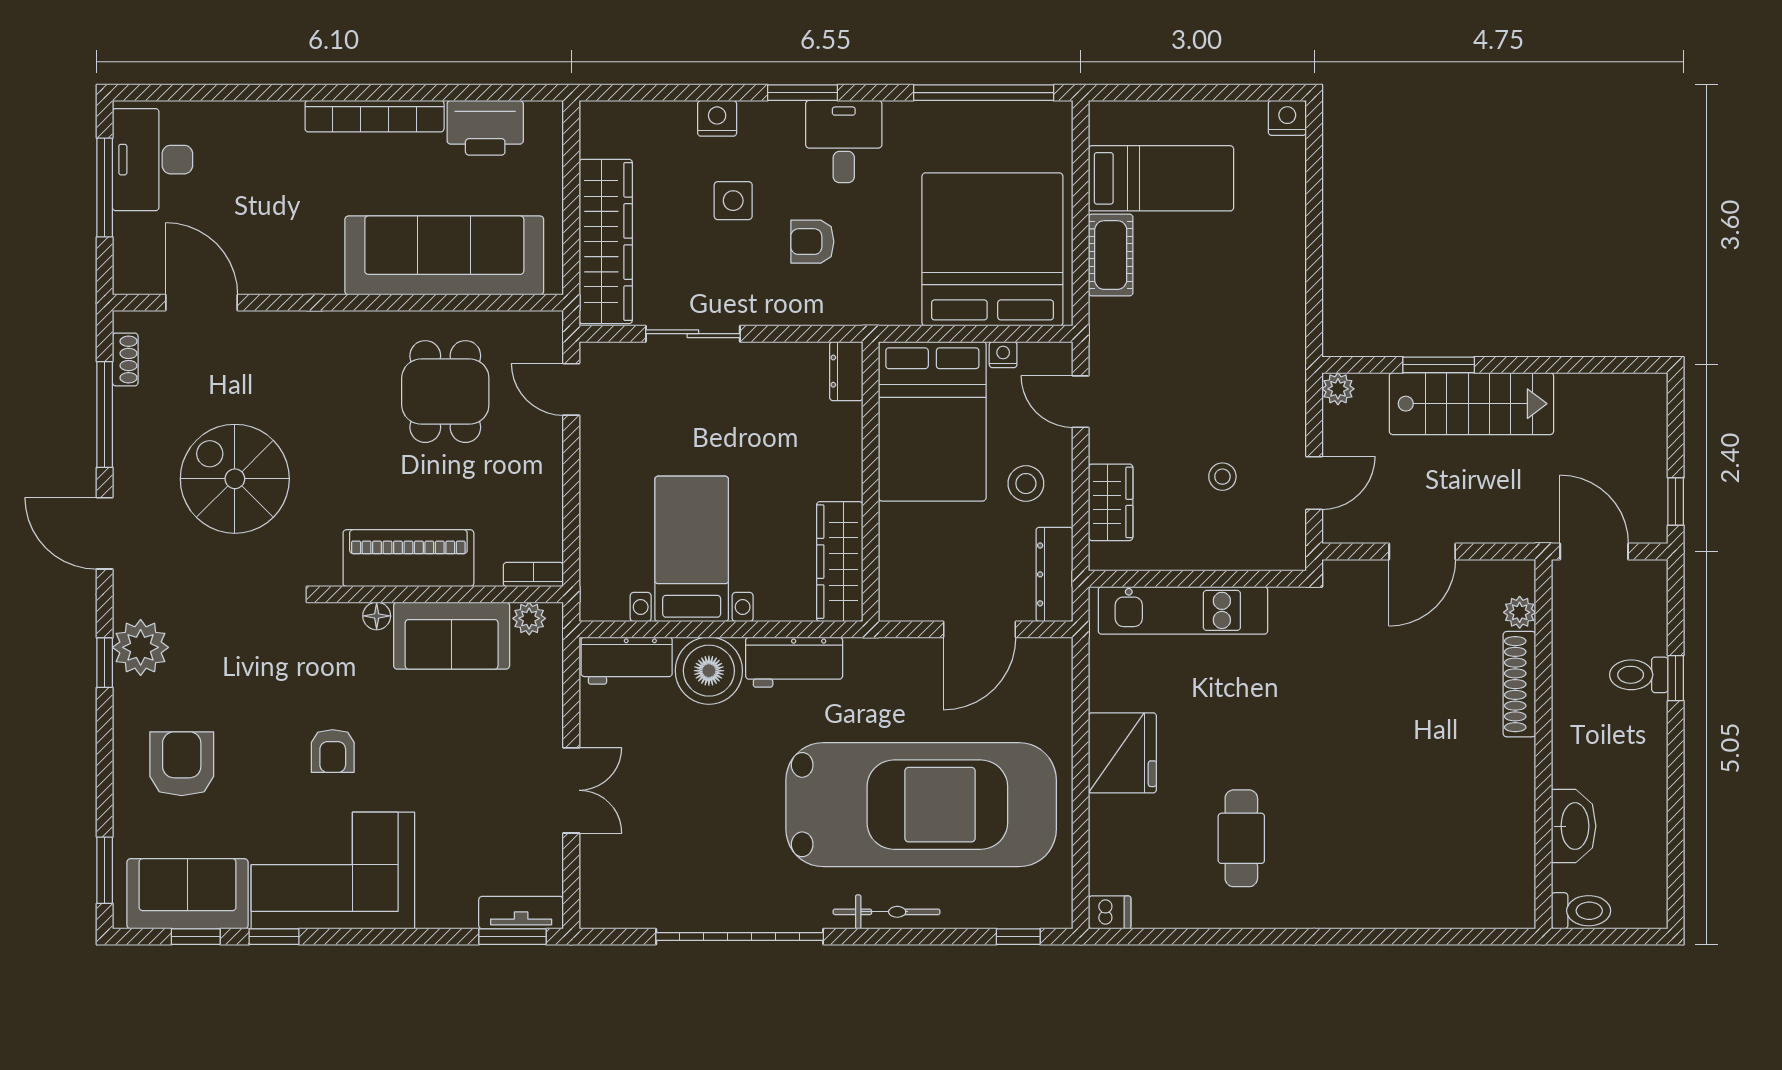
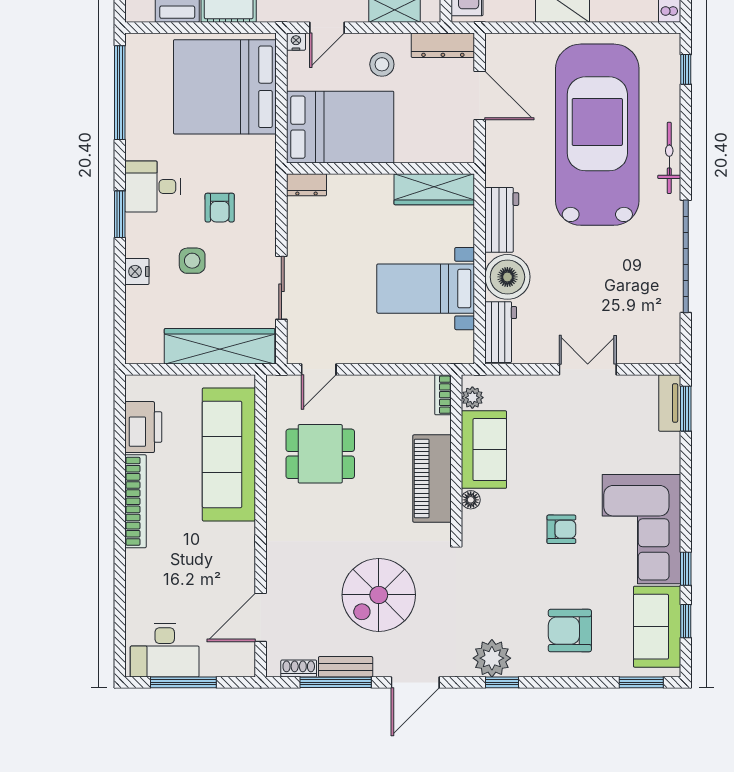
nightstand: (1003, 355) -> (296, 42), moved, turned 90
bench: (128, 429) -> (346, 667), added

